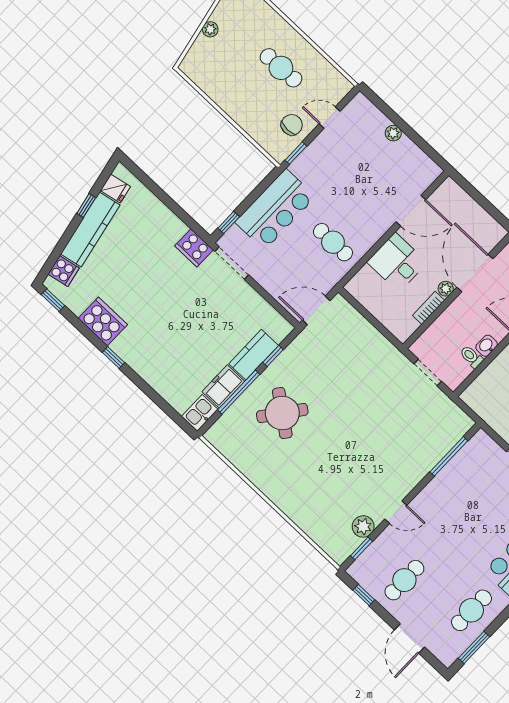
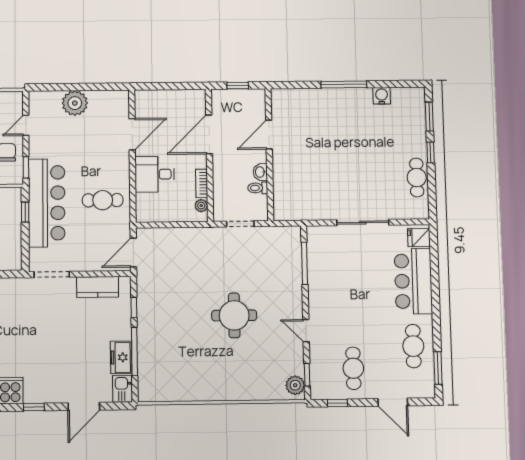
plant: (393, 133) -> (75, 103), width x1.87, depth x1.87
bar counter: (275, 209) -> (47, 203), width x1.36
window: (229, 222) -> (25, 212), moved
cooker: (194, 248) -> (19, 288), removed
door: (475, 273) -> (209, 134), hinge flipped
plant: (446, 289) -> (201, 206), moved
kitchen counter: (254, 355) -> (98, 287), moved, turned -90
door: (155, 397) -> (84, 406), added
round table: (282, 413) -> (234, 315), moved, turned -37
door: (396, 512) -> (306, 331), swing flipped
plant: (363, 526) -> (295, 385), moved

